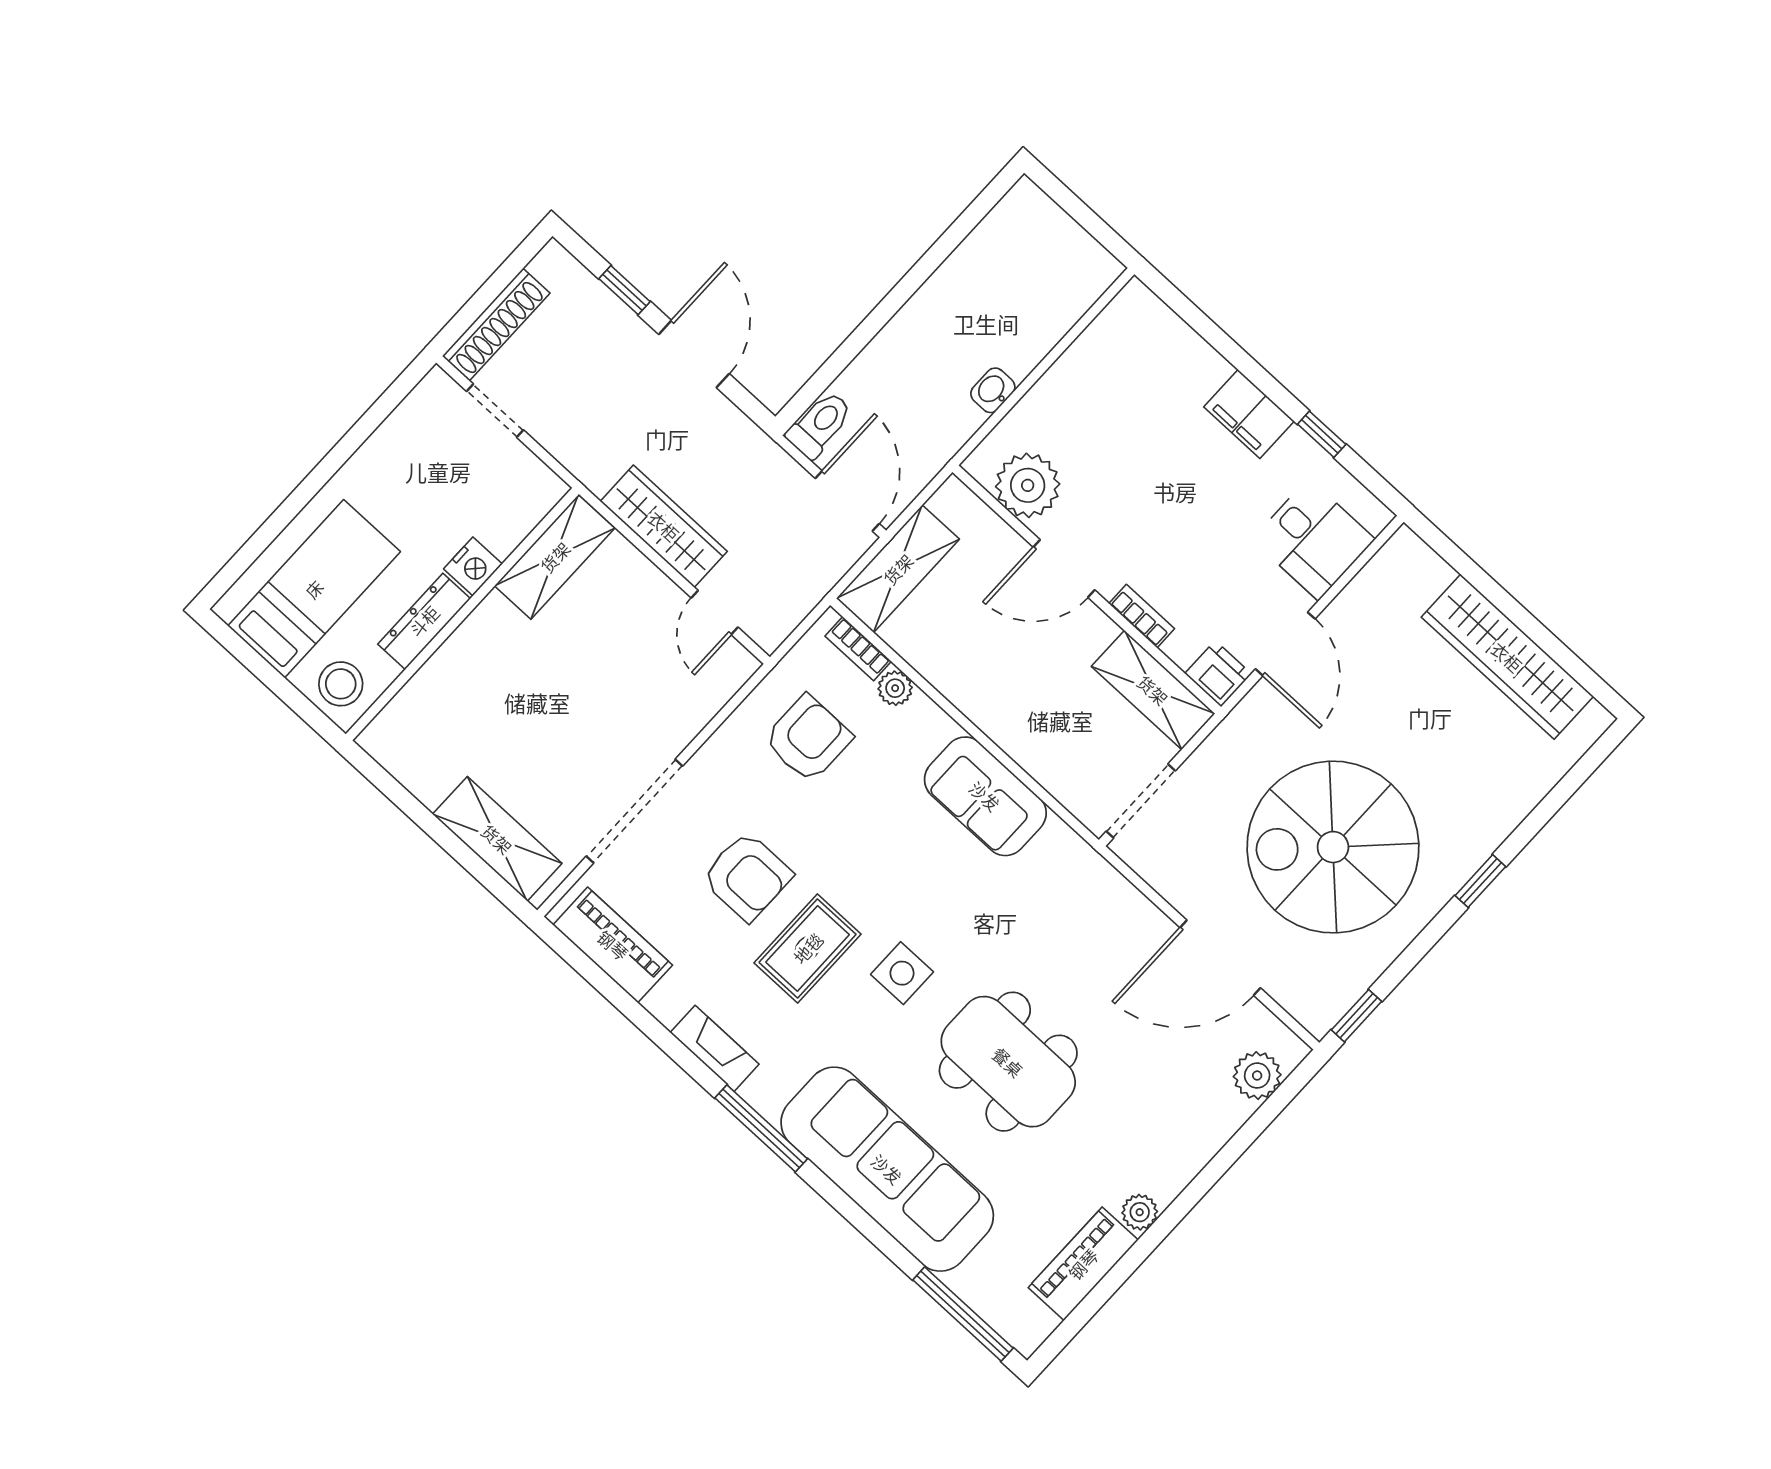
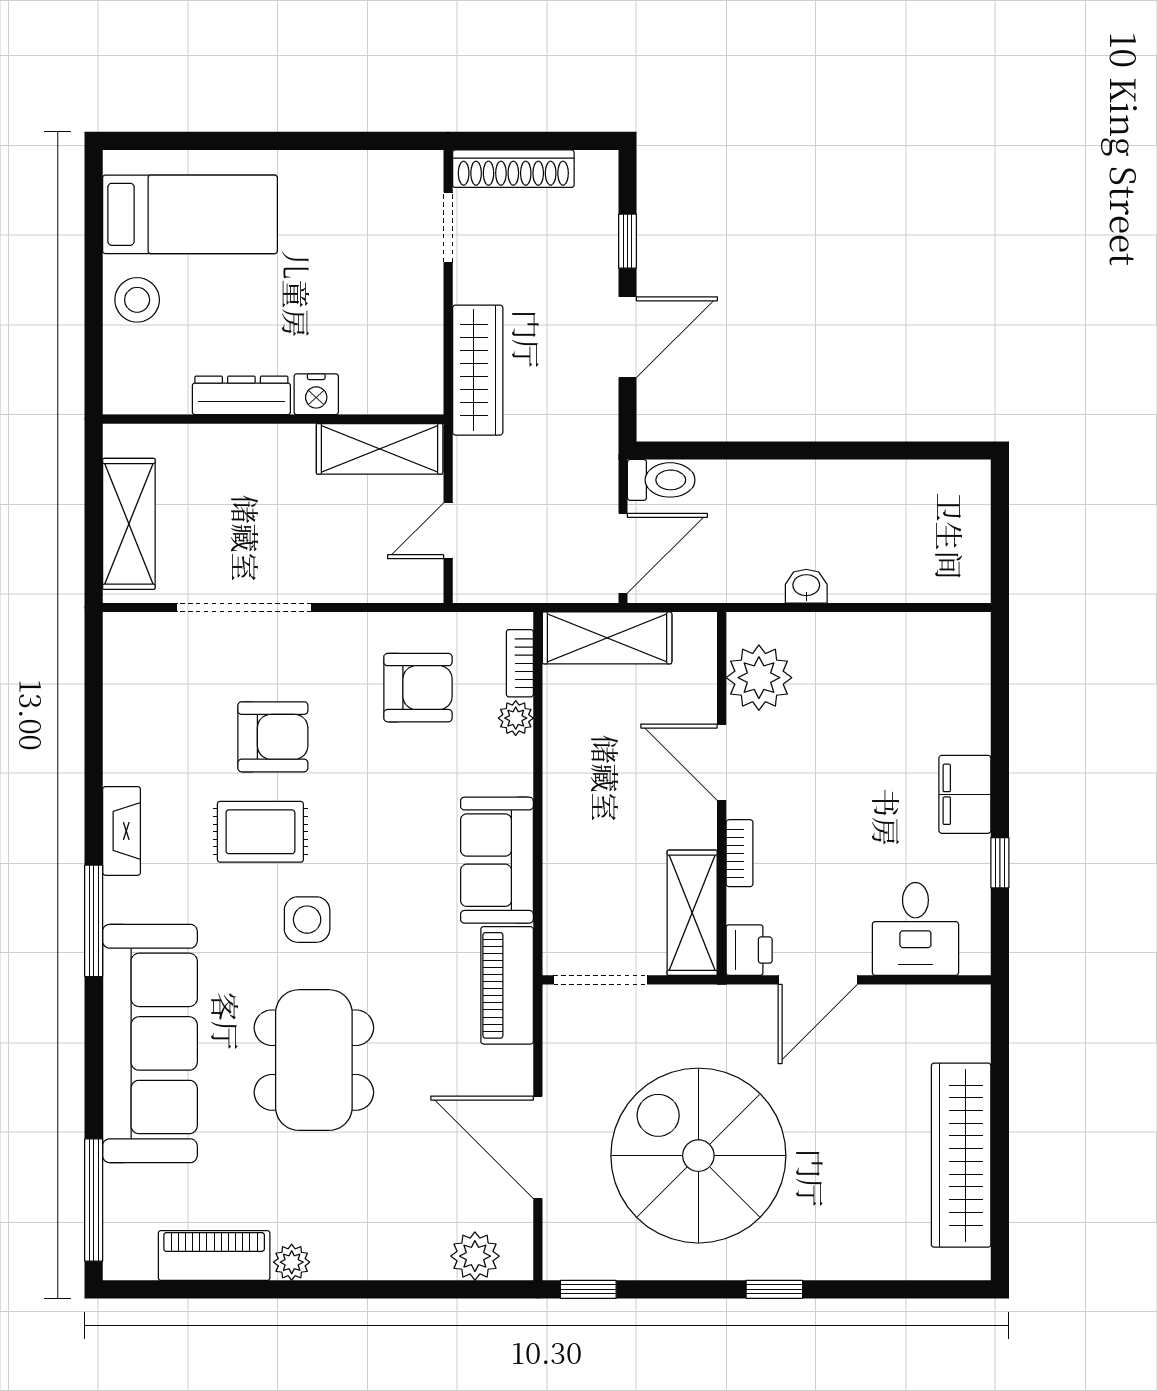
wardrobe: (664, 526) -> (478, 370), moved
shelving: (555, 557) -> (380, 449), moved
nightstand: (473, 566) -> (316, 394), moved
wall: (462, 614) -> (273, 419), moved
dresser: (424, 621) -> (241, 395), moved
armchair: (747, 876) -> (273, 737), turned -90
piano: (613, 945) -> (507, 985), moved, turned 180

